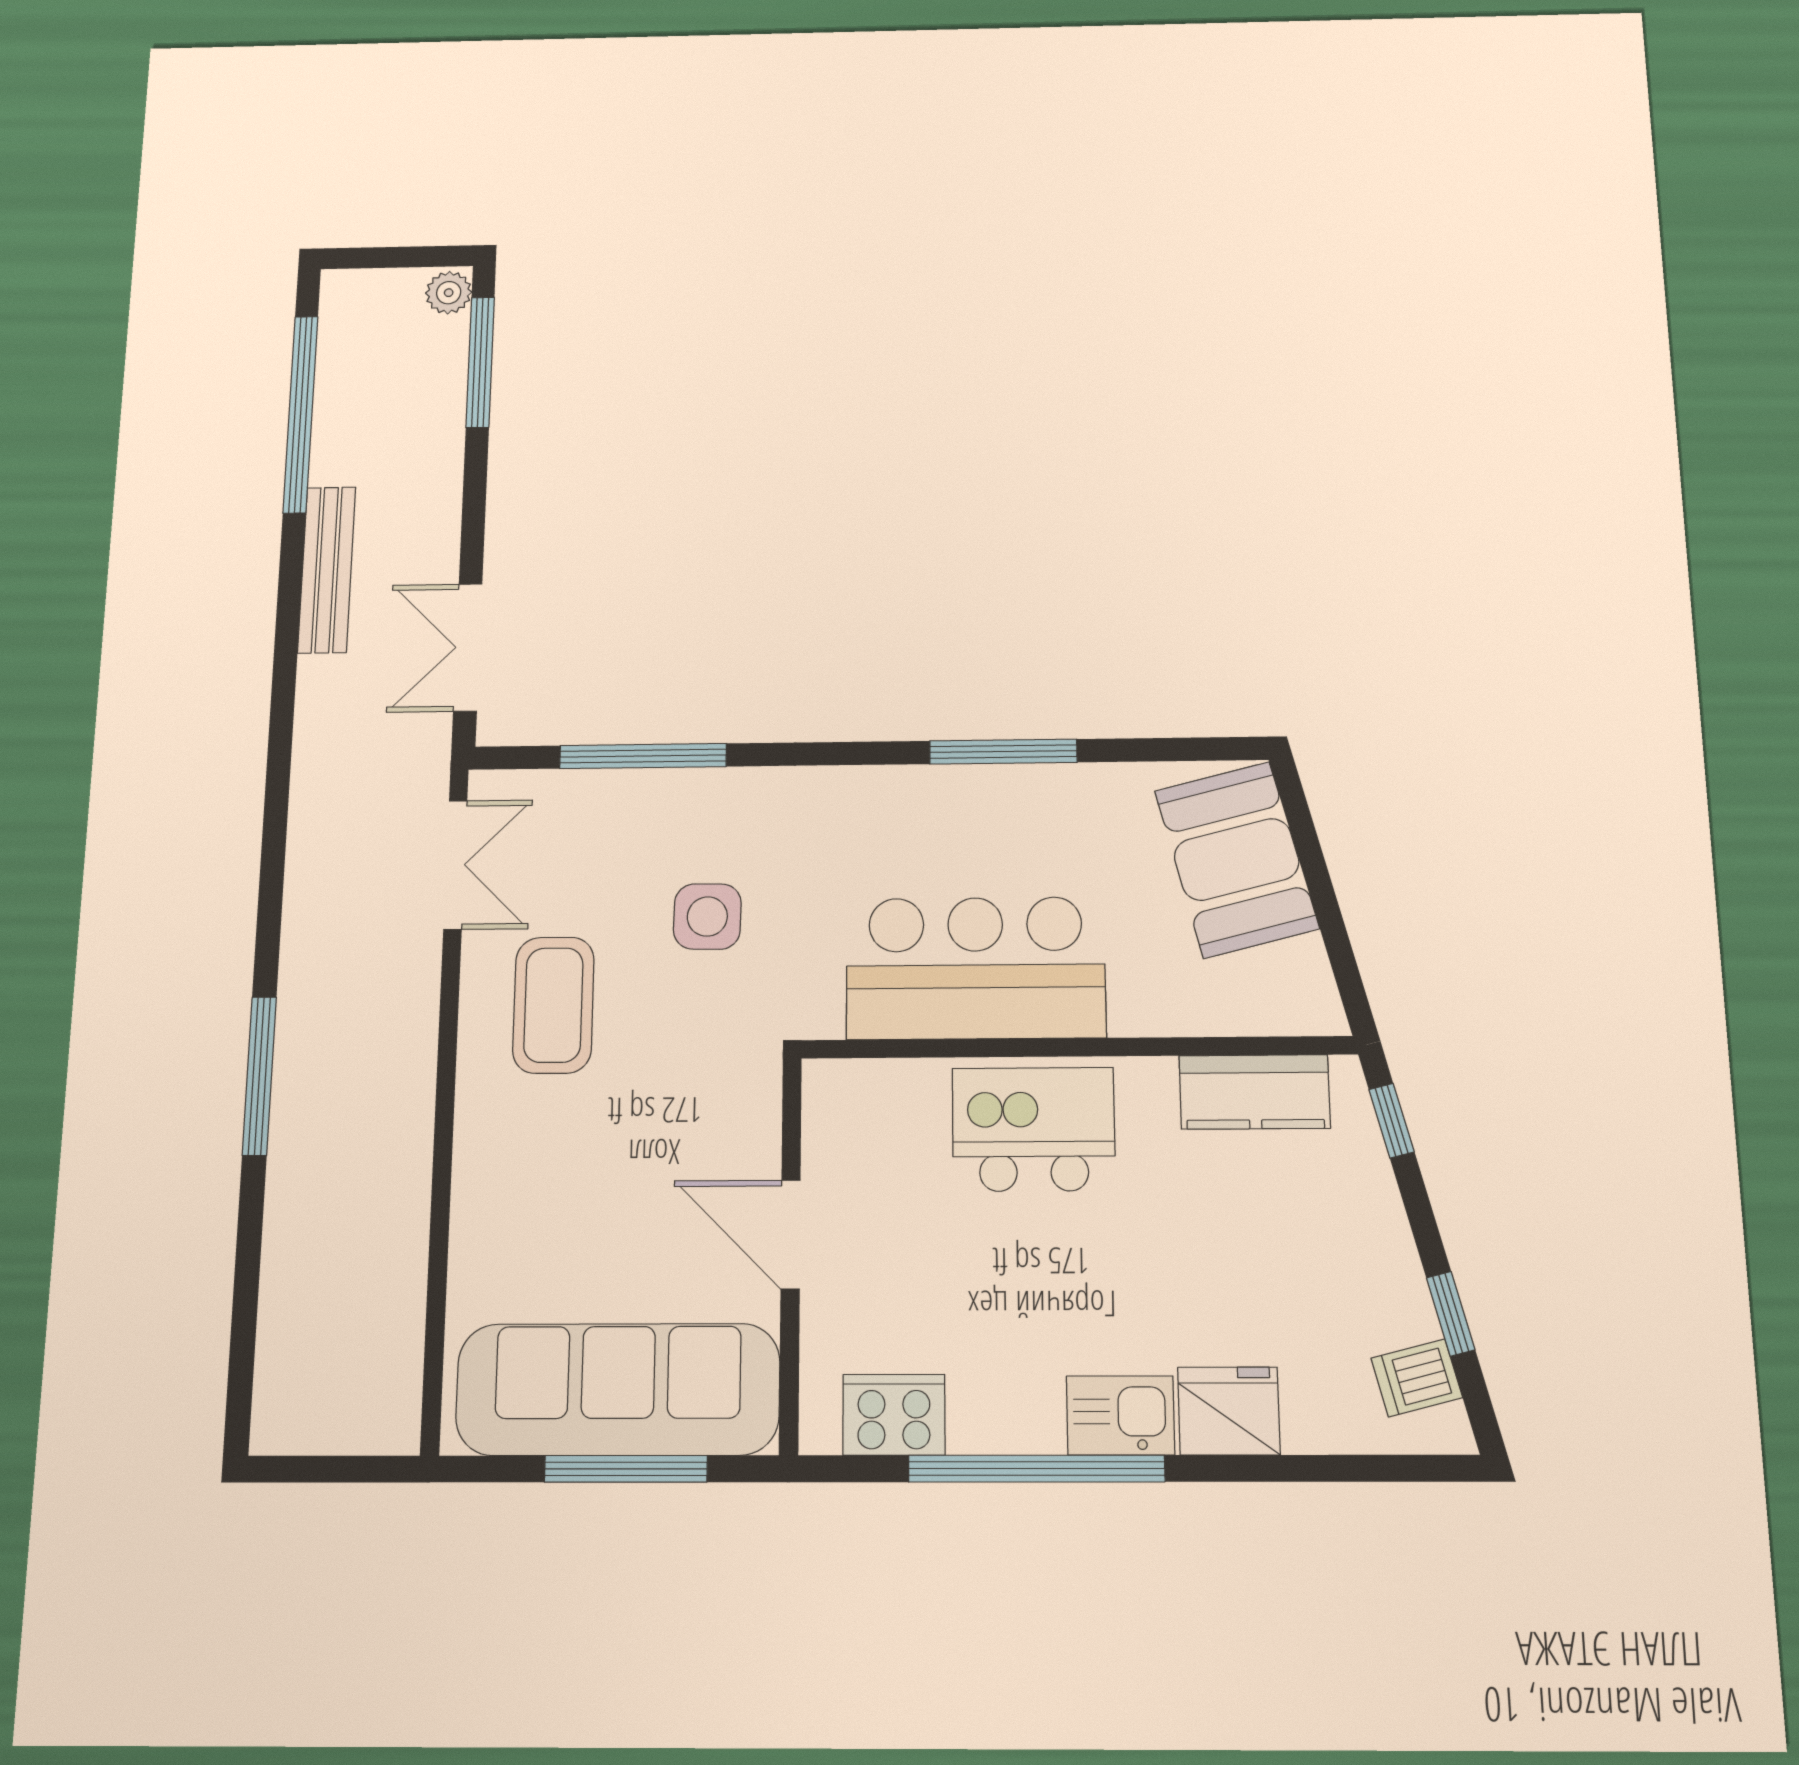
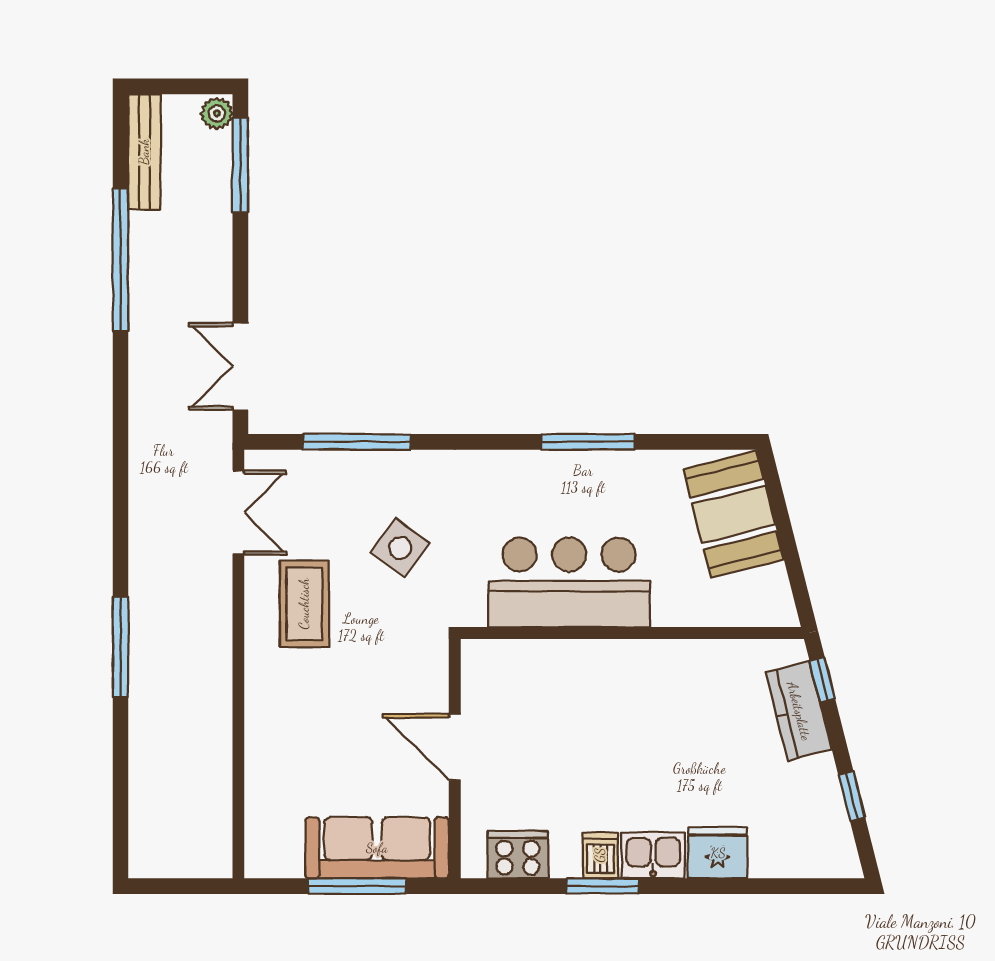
window: (300, 414) -> (121, 260), moved
bench: (327, 570) -> (144, 152), moved
side table: (707, 917) -> (400, 548), turned 35
kitchen counter: (1255, 1092) -> (799, 711), moved, turned 76
kitchen island: (1033, 1129) -> (604, 684), removed
dishwasher: (1417, 1378) -> (600, 855), moved, turned 104
sofa: (618, 1389) -> (377, 848), width x0.74, depth x0.79
window: (1036, 1469) -> (603, 886), width x0.47

